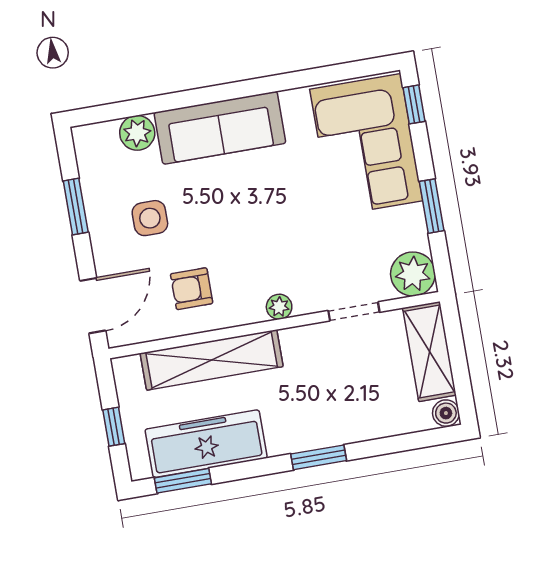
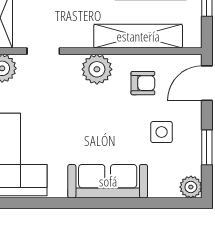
plant: (137, 133) -> (191, 187), moved
plant: (279, 307) -> (97, 69), width x1.88, depth x1.88

